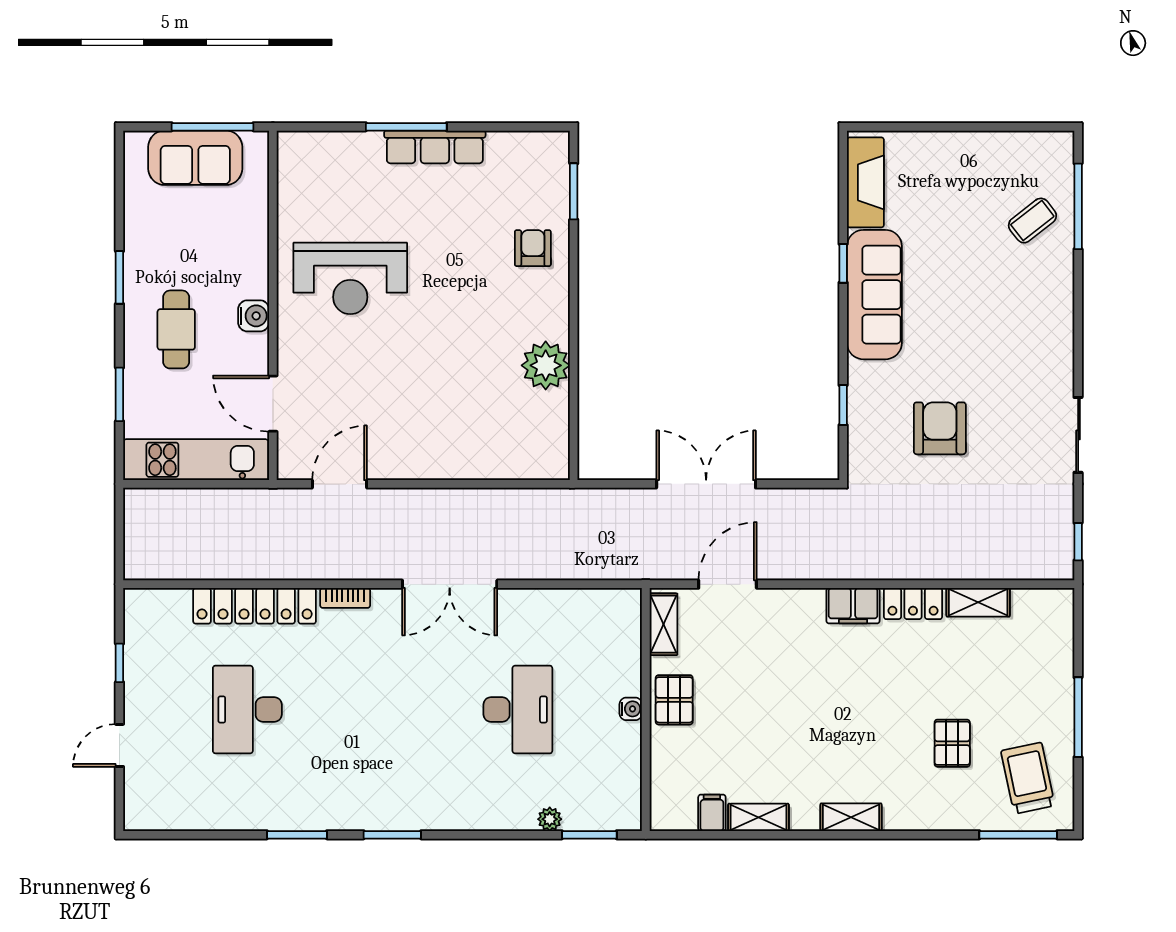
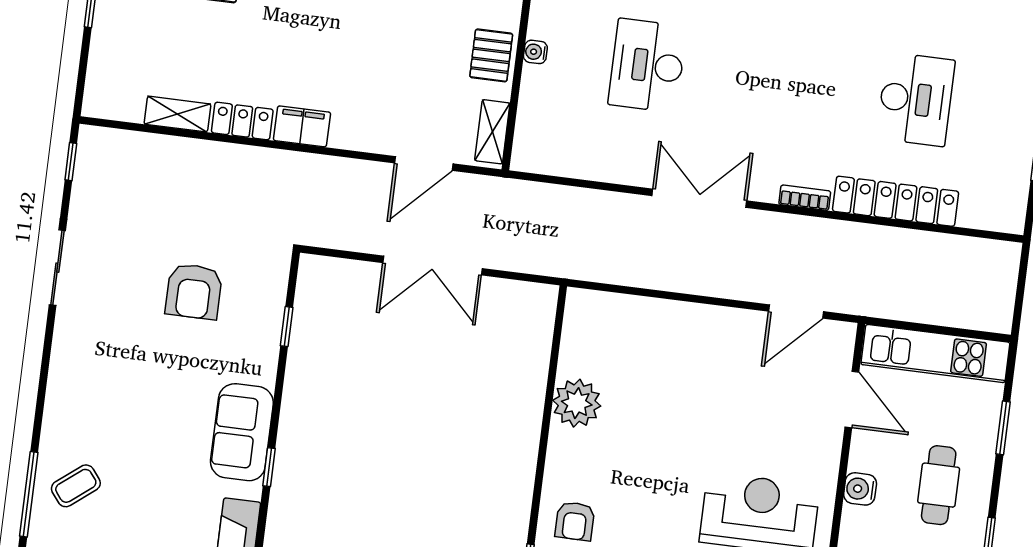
sofa: (874, 295) -> (242, 432), width x0.73

